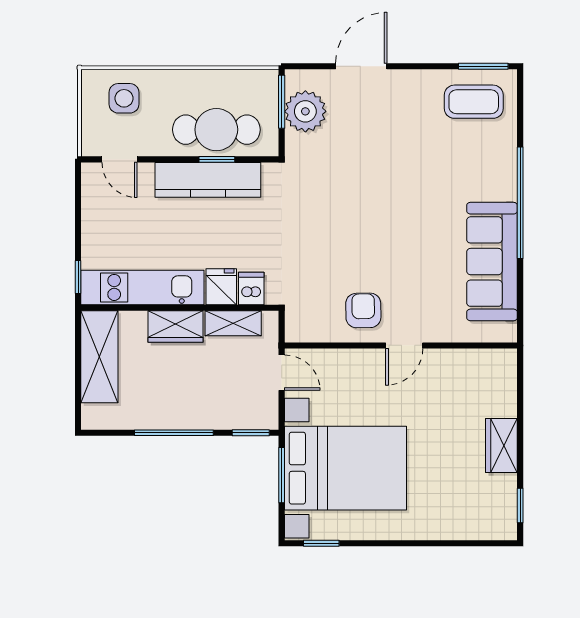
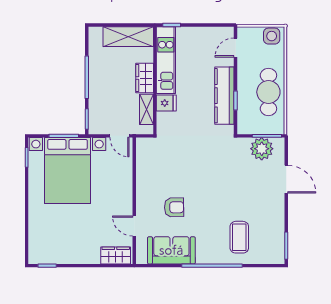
side table: (124, 98) -> (272, 36), moved
coffee table: (474, 102) -> (239, 237), moved
cafe table: (216, 130) -> (268, 92), moved
sofa: (492, 262) -> (171, 250), width x0.73
dishwasher: (251, 289) -> (165, 119), removed
armchair: (363, 310) -> (174, 207), moved
door: (404, 345) -> (134, 226), moved
door: (282, 373) -> (119, 136), hinge flipped
wardrobe: (501, 446) -> (116, 255), moved

